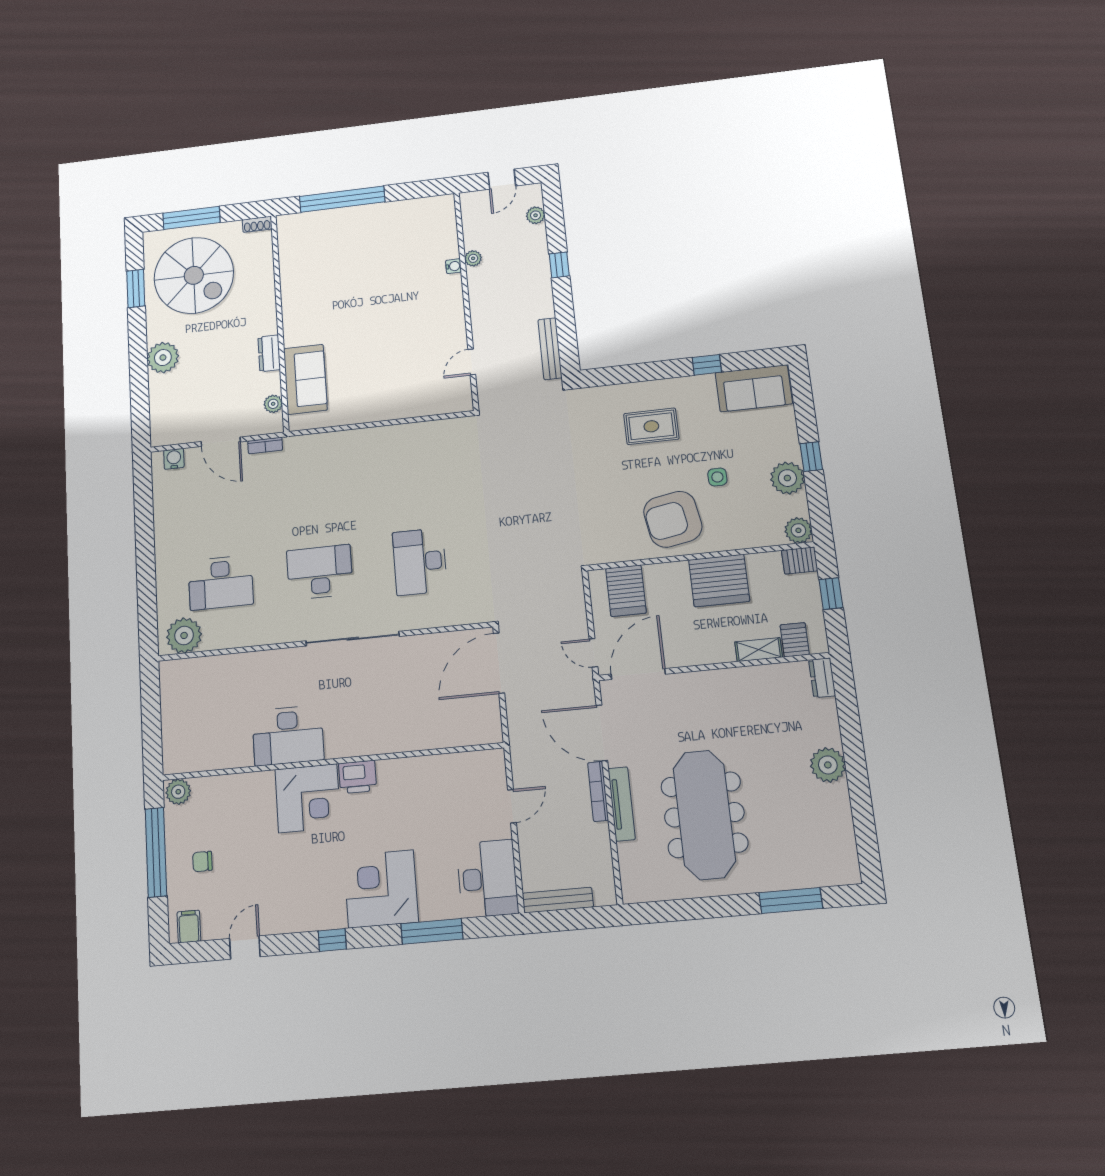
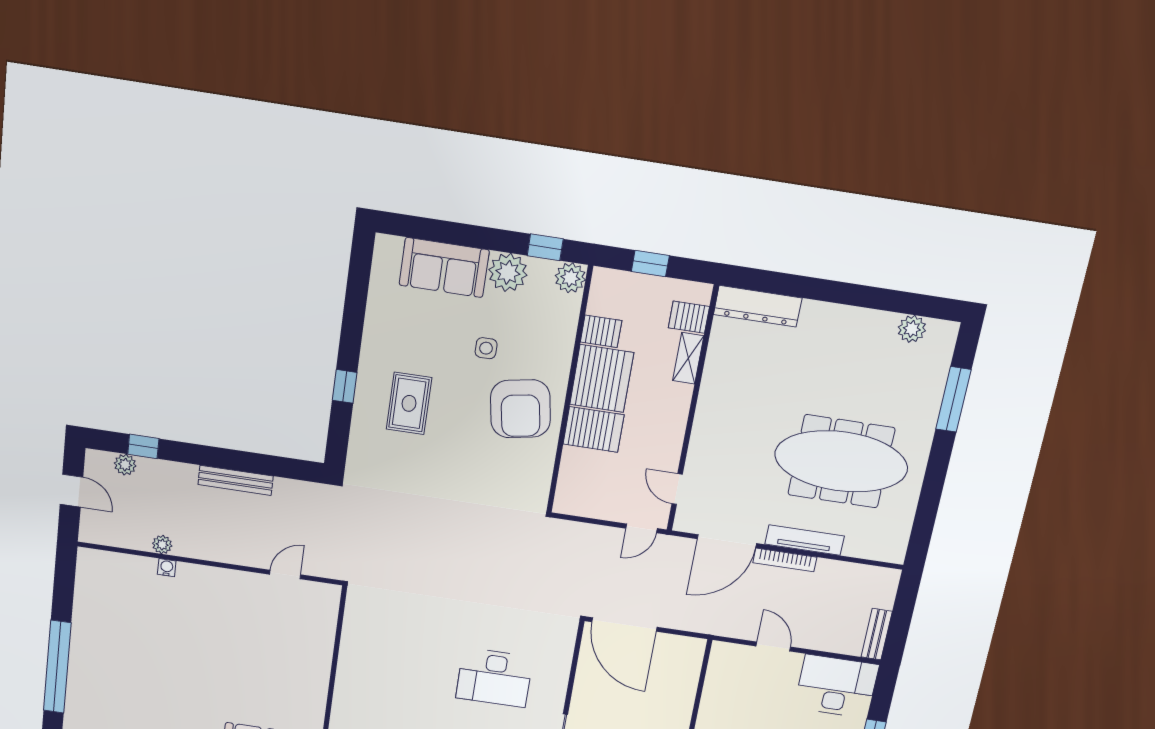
window: (559, 265) -> (143, 446), moved
bench: (550, 349) -> (236, 480), moved
door: (472, 362) -> (285, 575), swing flipped
window: (707, 365) -> (345, 386), moved
sofa: (754, 388) -> (444, 268), moved, turned 90
window: (811, 457) -> (545, 247), moved
server rack: (800, 560) -> (601, 331), moved, turned -90
server rack: (626, 591) -> (594, 429), moved
door: (638, 674) -> (677, 489), width x0.53
dresser: (822, 678) -> (758, 306), width x1.96, depth x1.24
plant: (828, 765) -> (912, 329), moved, width x0.73, depth x0.73
bench: (558, 900) -> (877, 634), width x0.73

